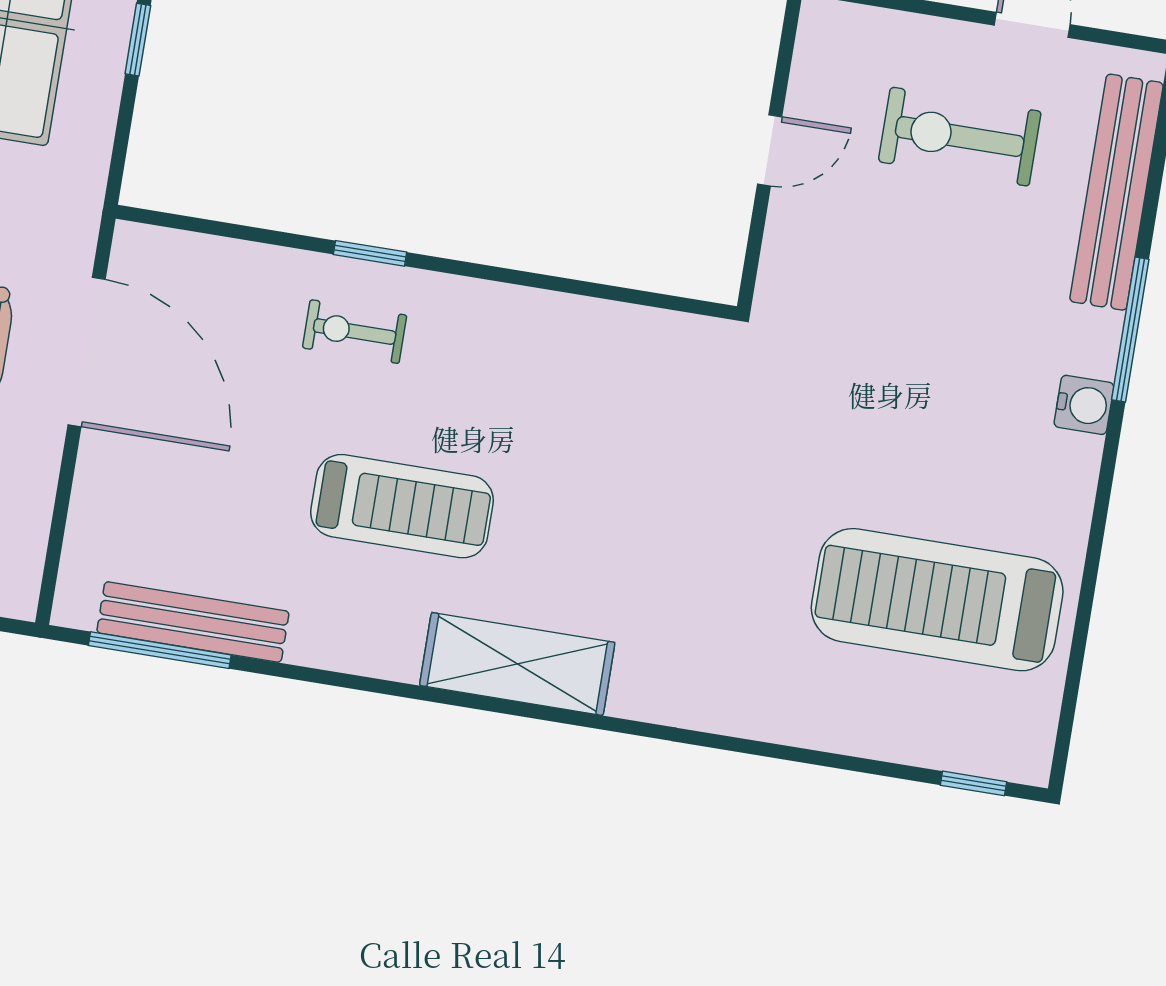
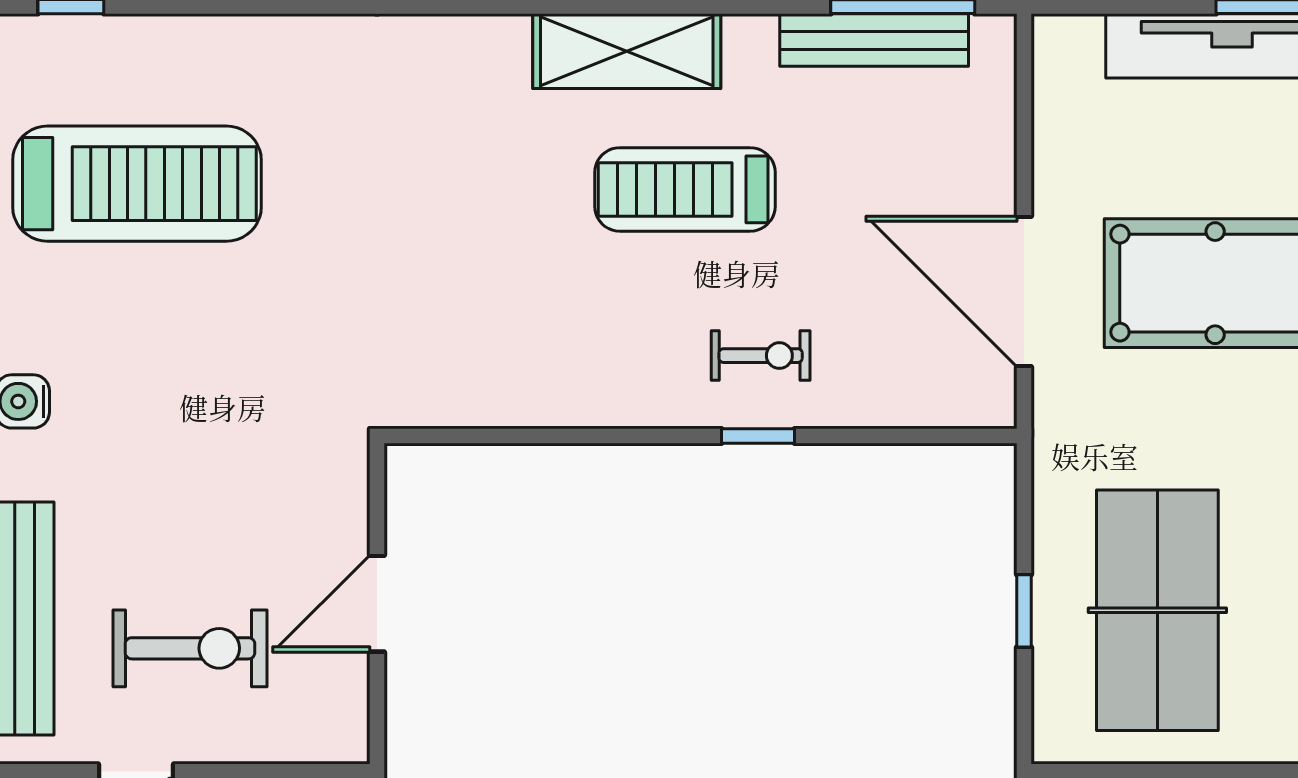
door: (770, 150) -> (377, 604), width x1.38
shelving: (517, 664) -> (627, 51), moved

